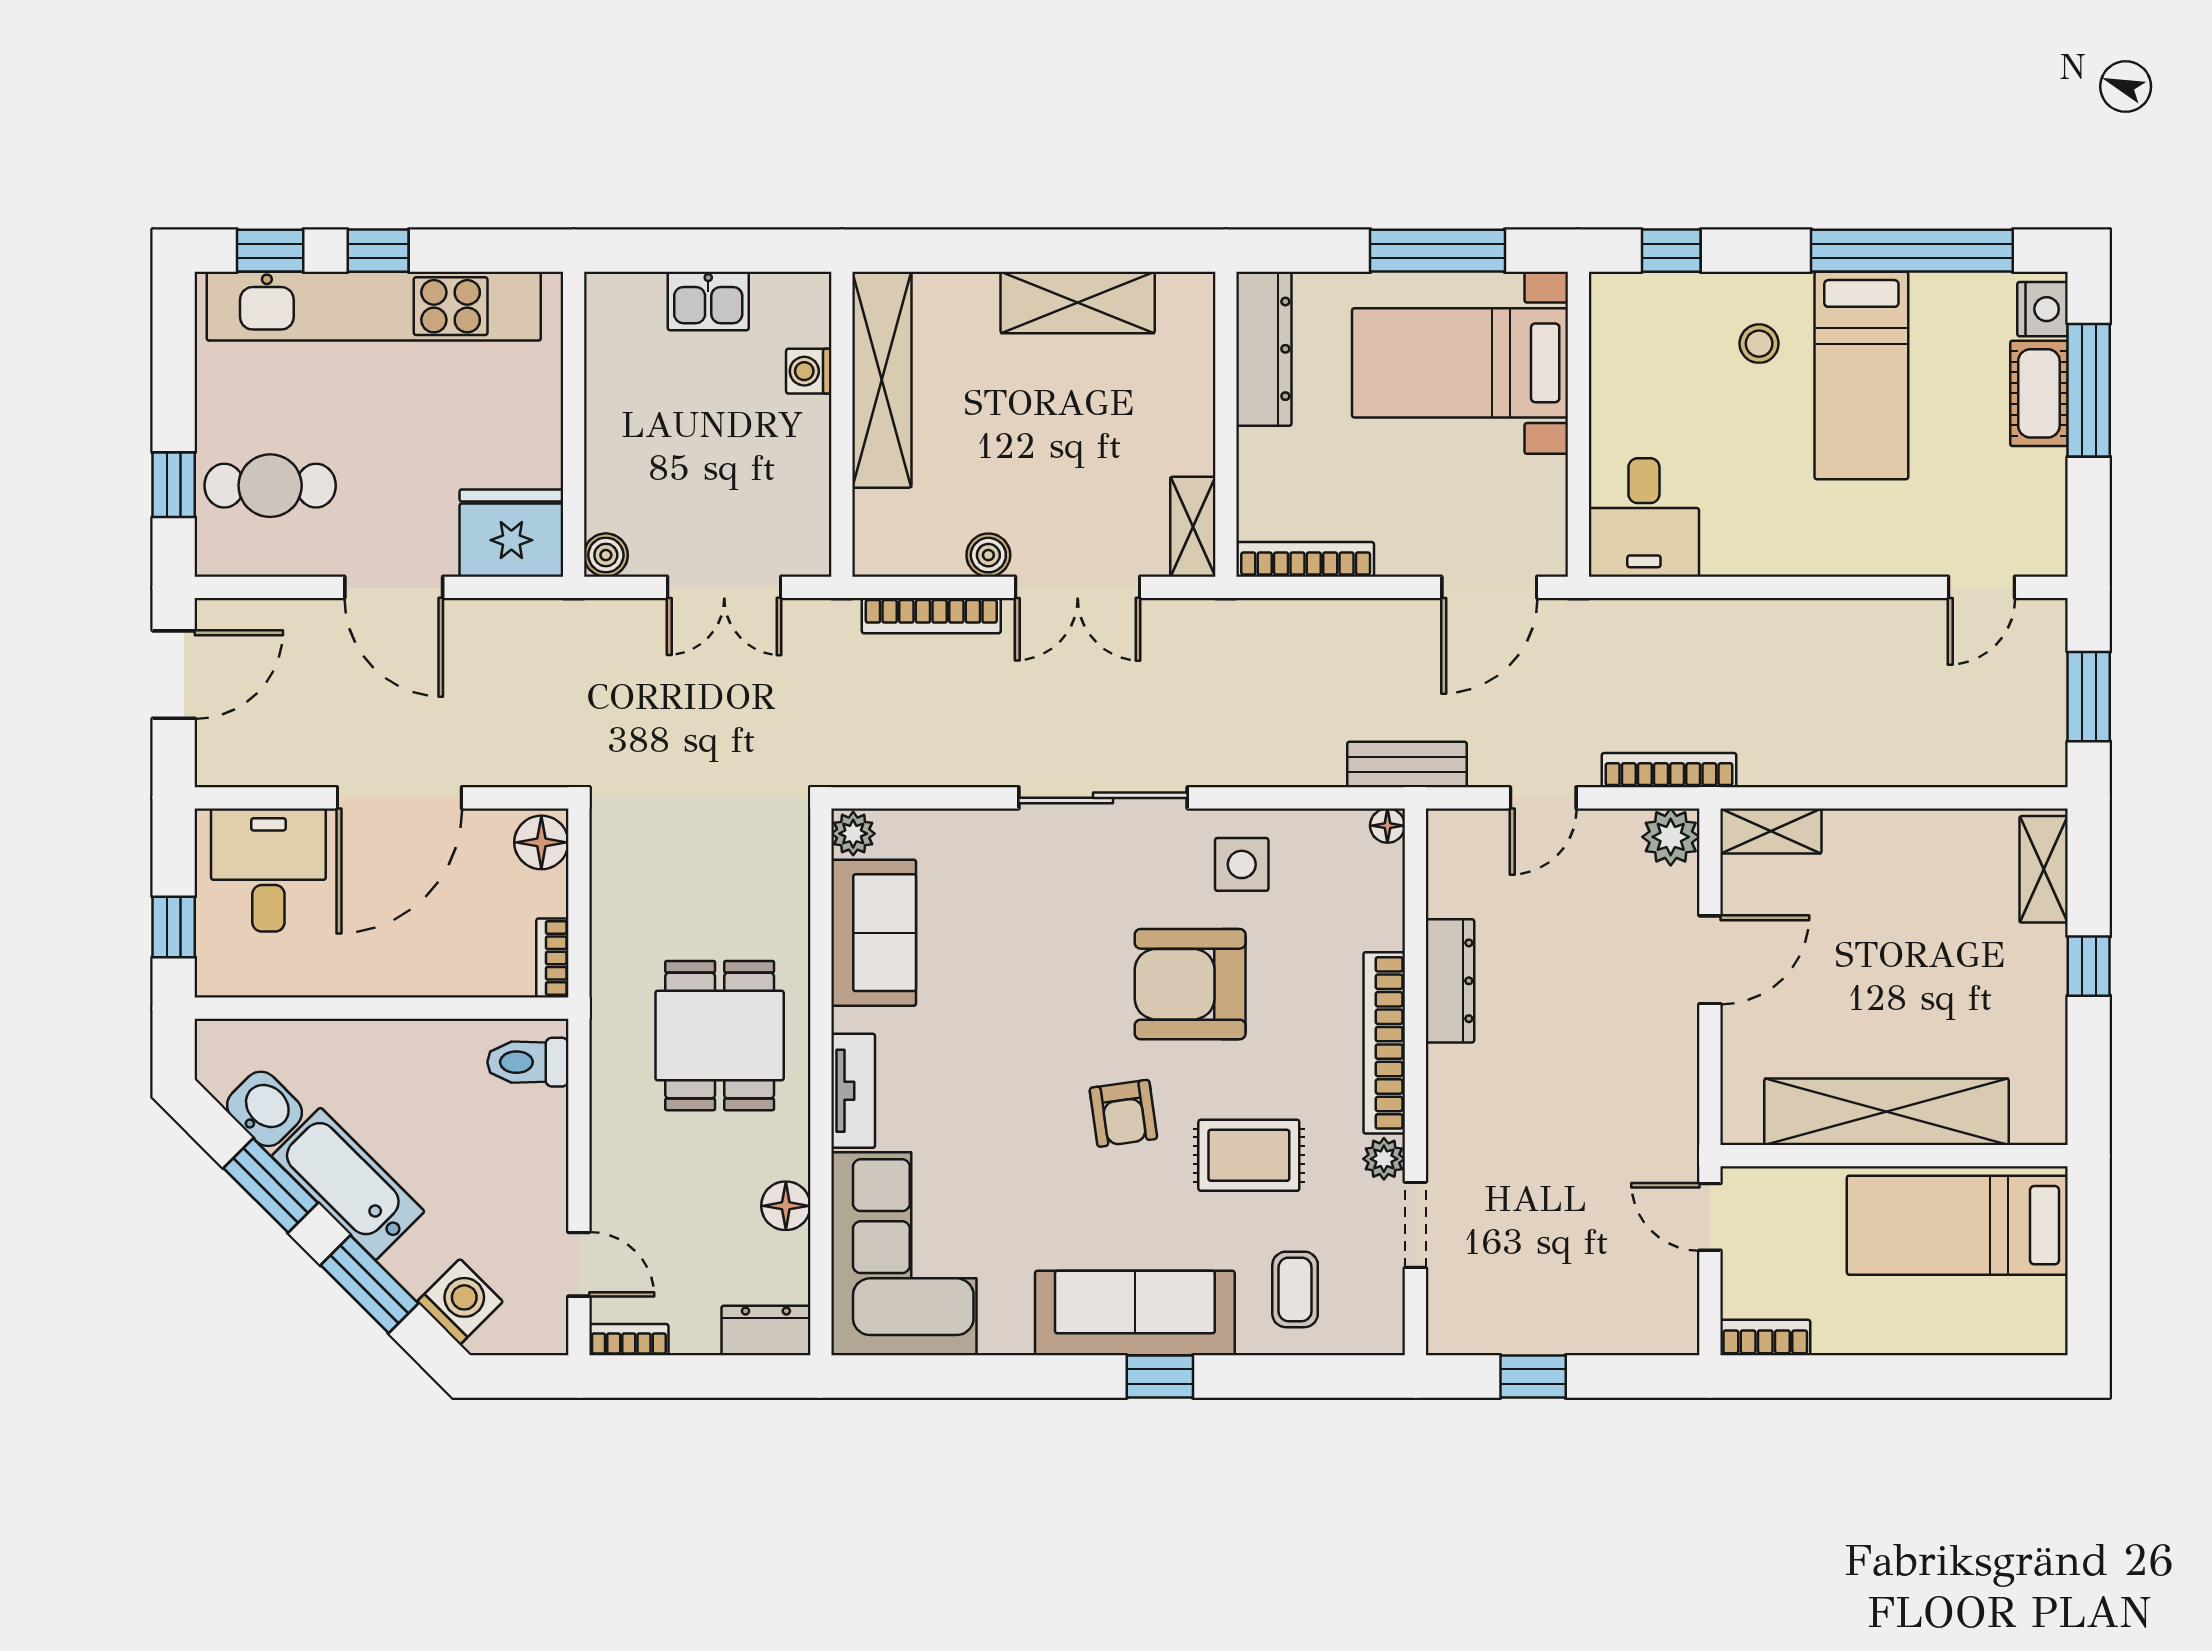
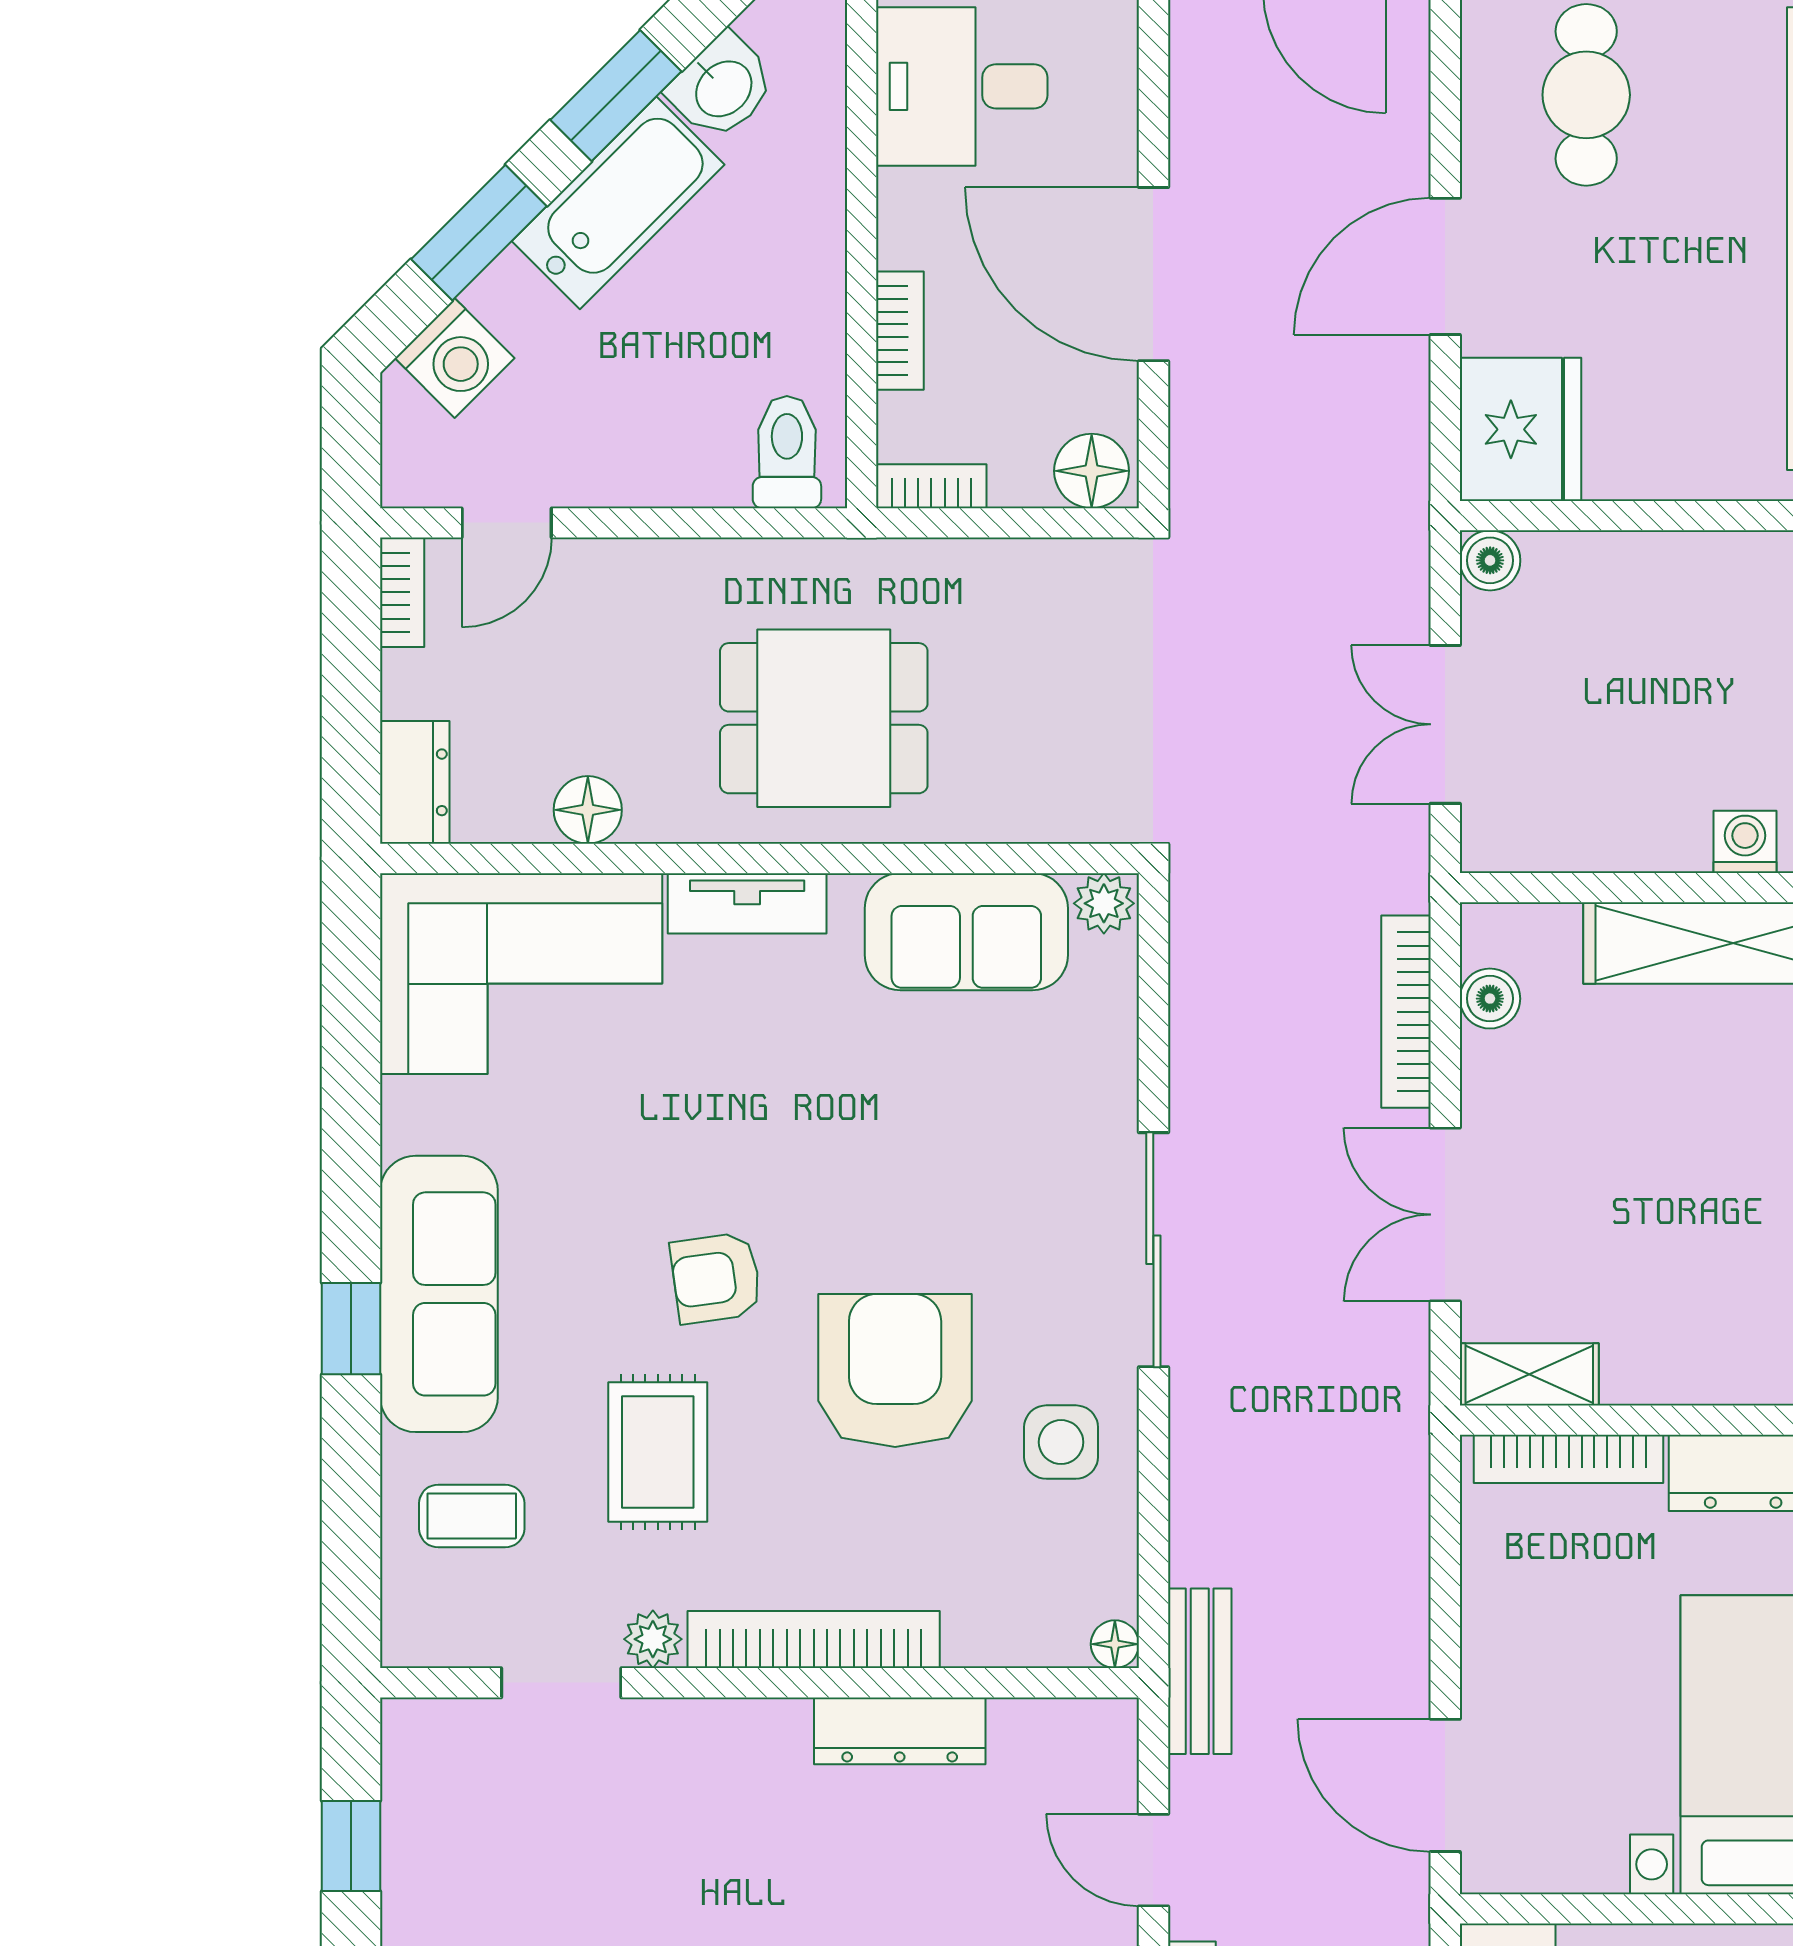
boiler: (988, 555) -> (1490, 999), moved
bookcase: (1306, 559) -> (1569, 1459), moved, turned 90
desk: (268, 870) -> (962, 86), moved, turned 180
bookcase: (440, 981) -> (900, 331), added

